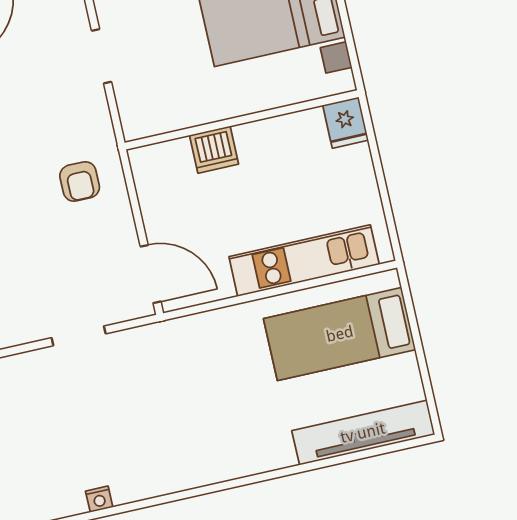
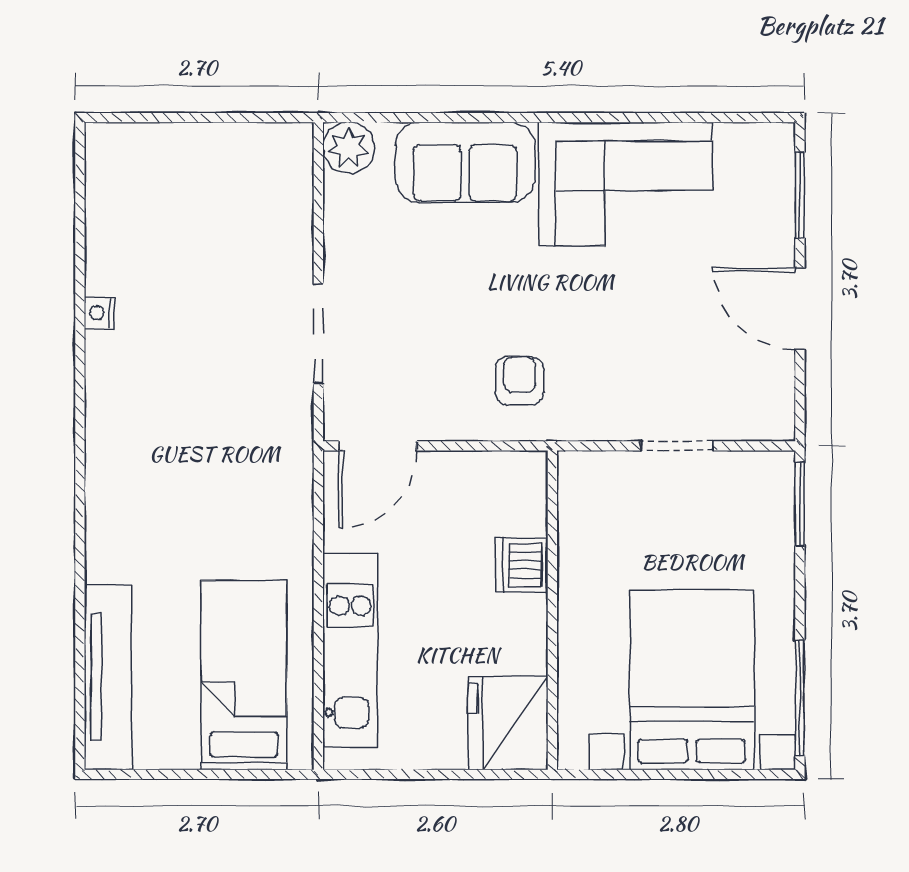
fridge: (346, 123) -> (508, 723), width x1.88, depth x1.34
armchair: (80, 181) -> (520, 381), turned 90
doorway: (79, 336) -> (318, 334), width x1.38

